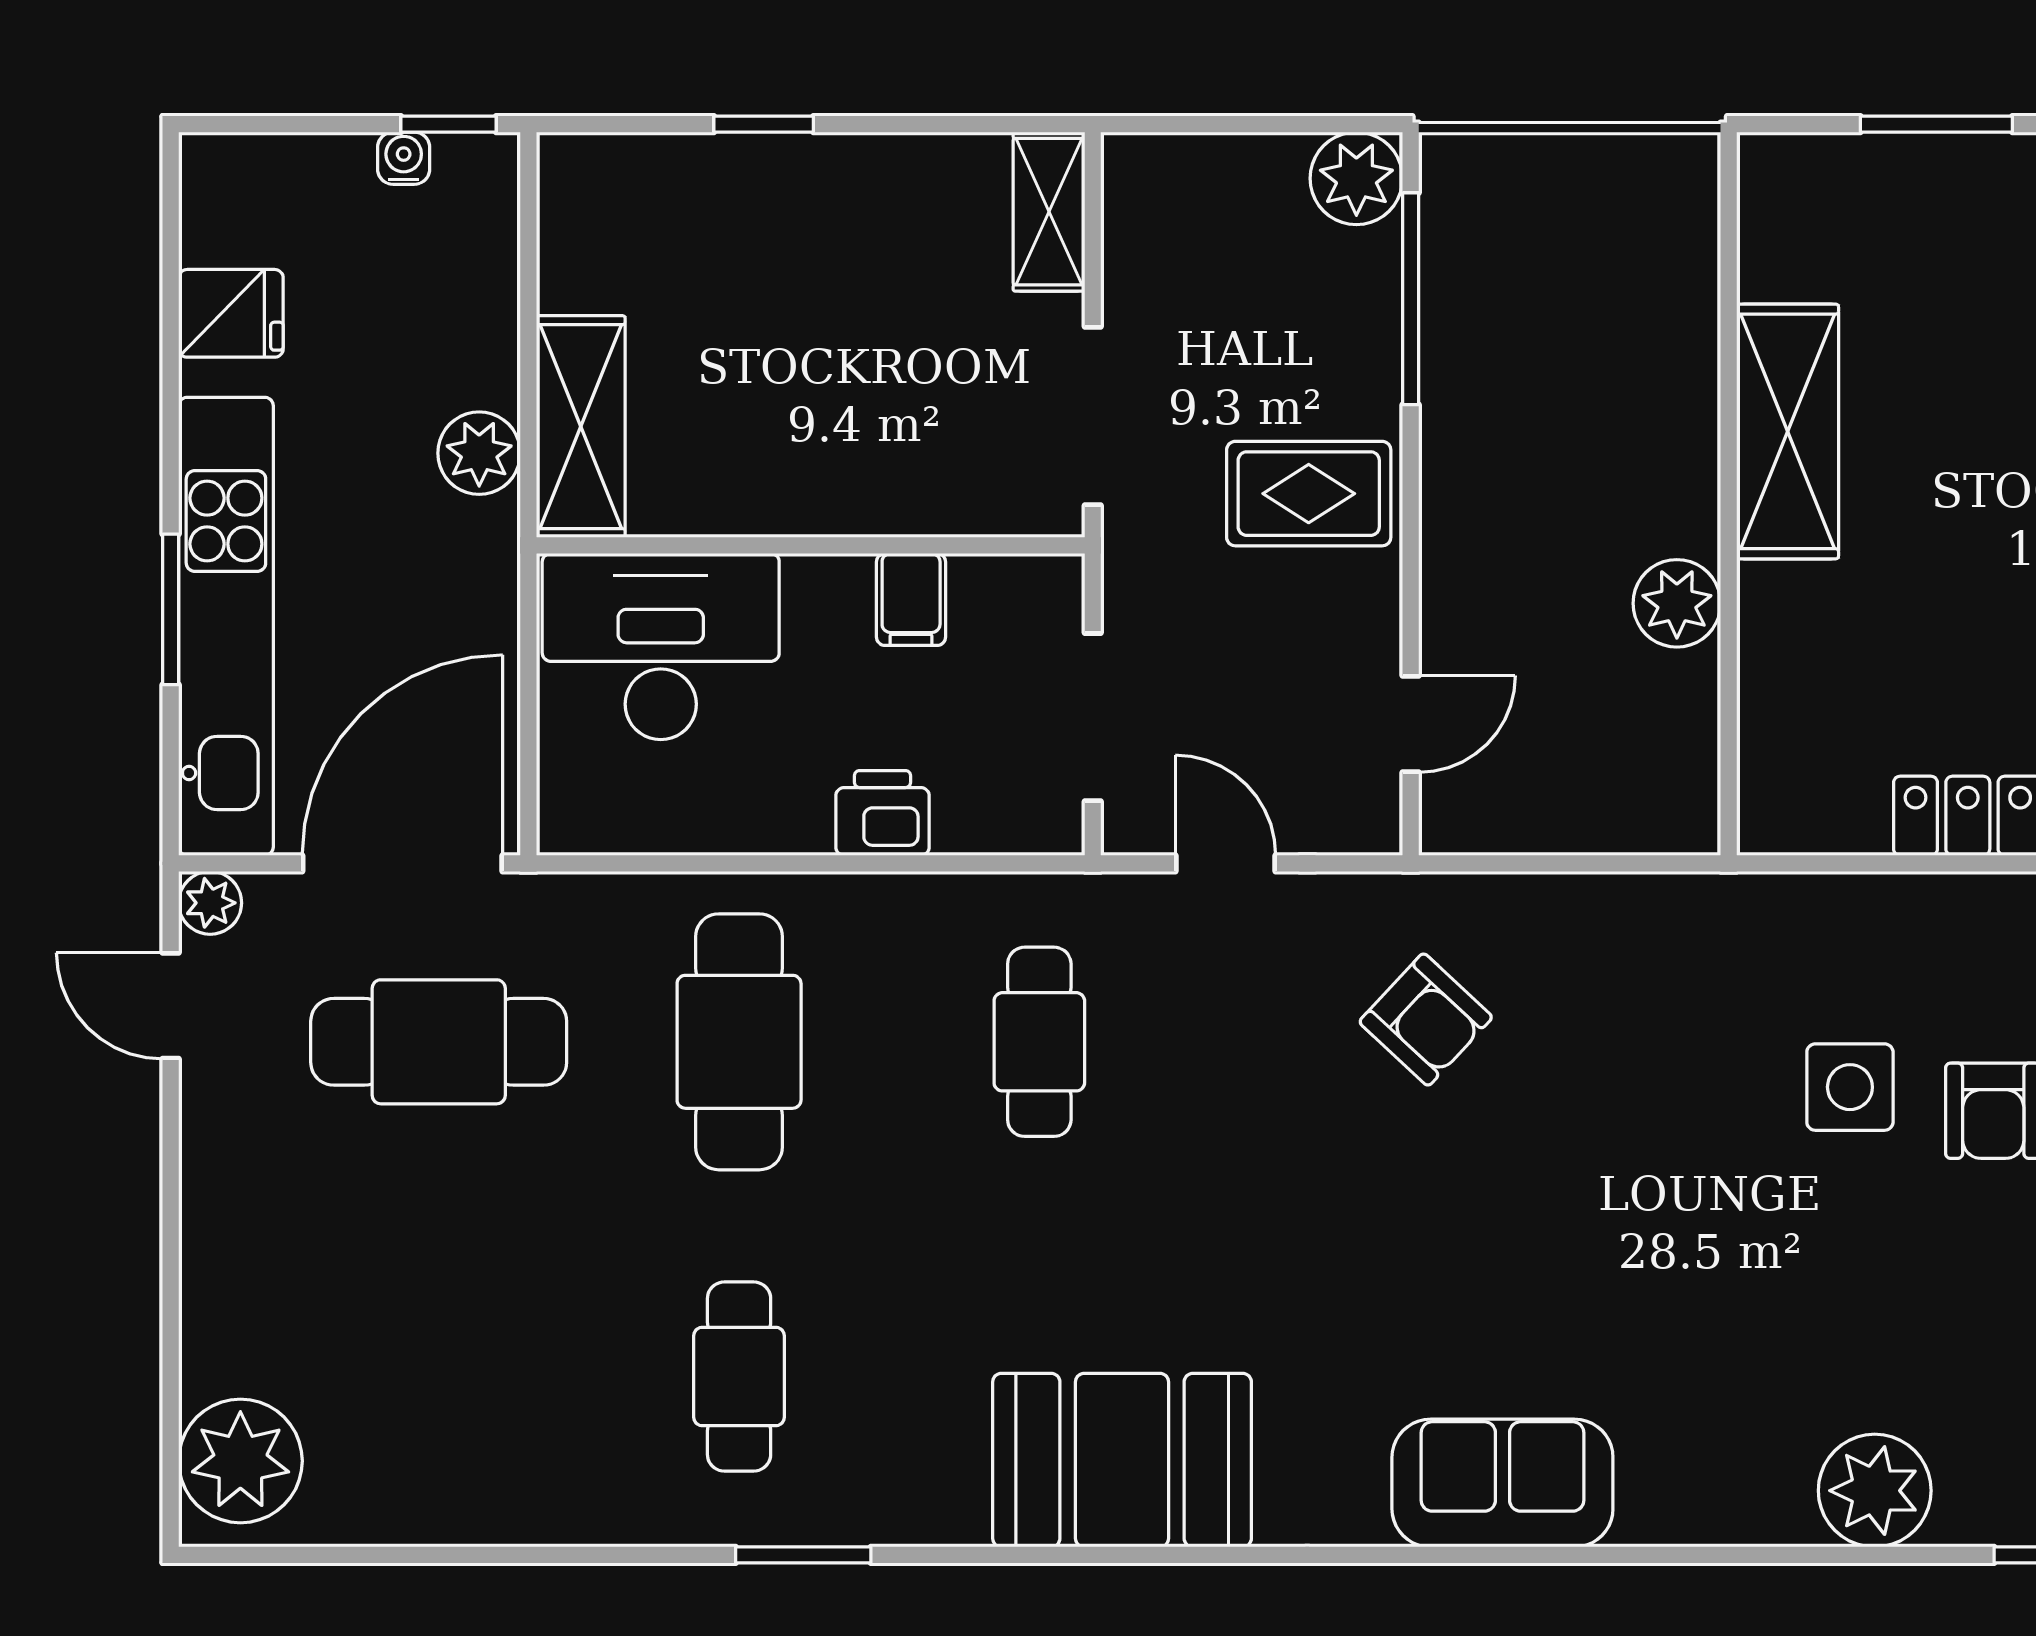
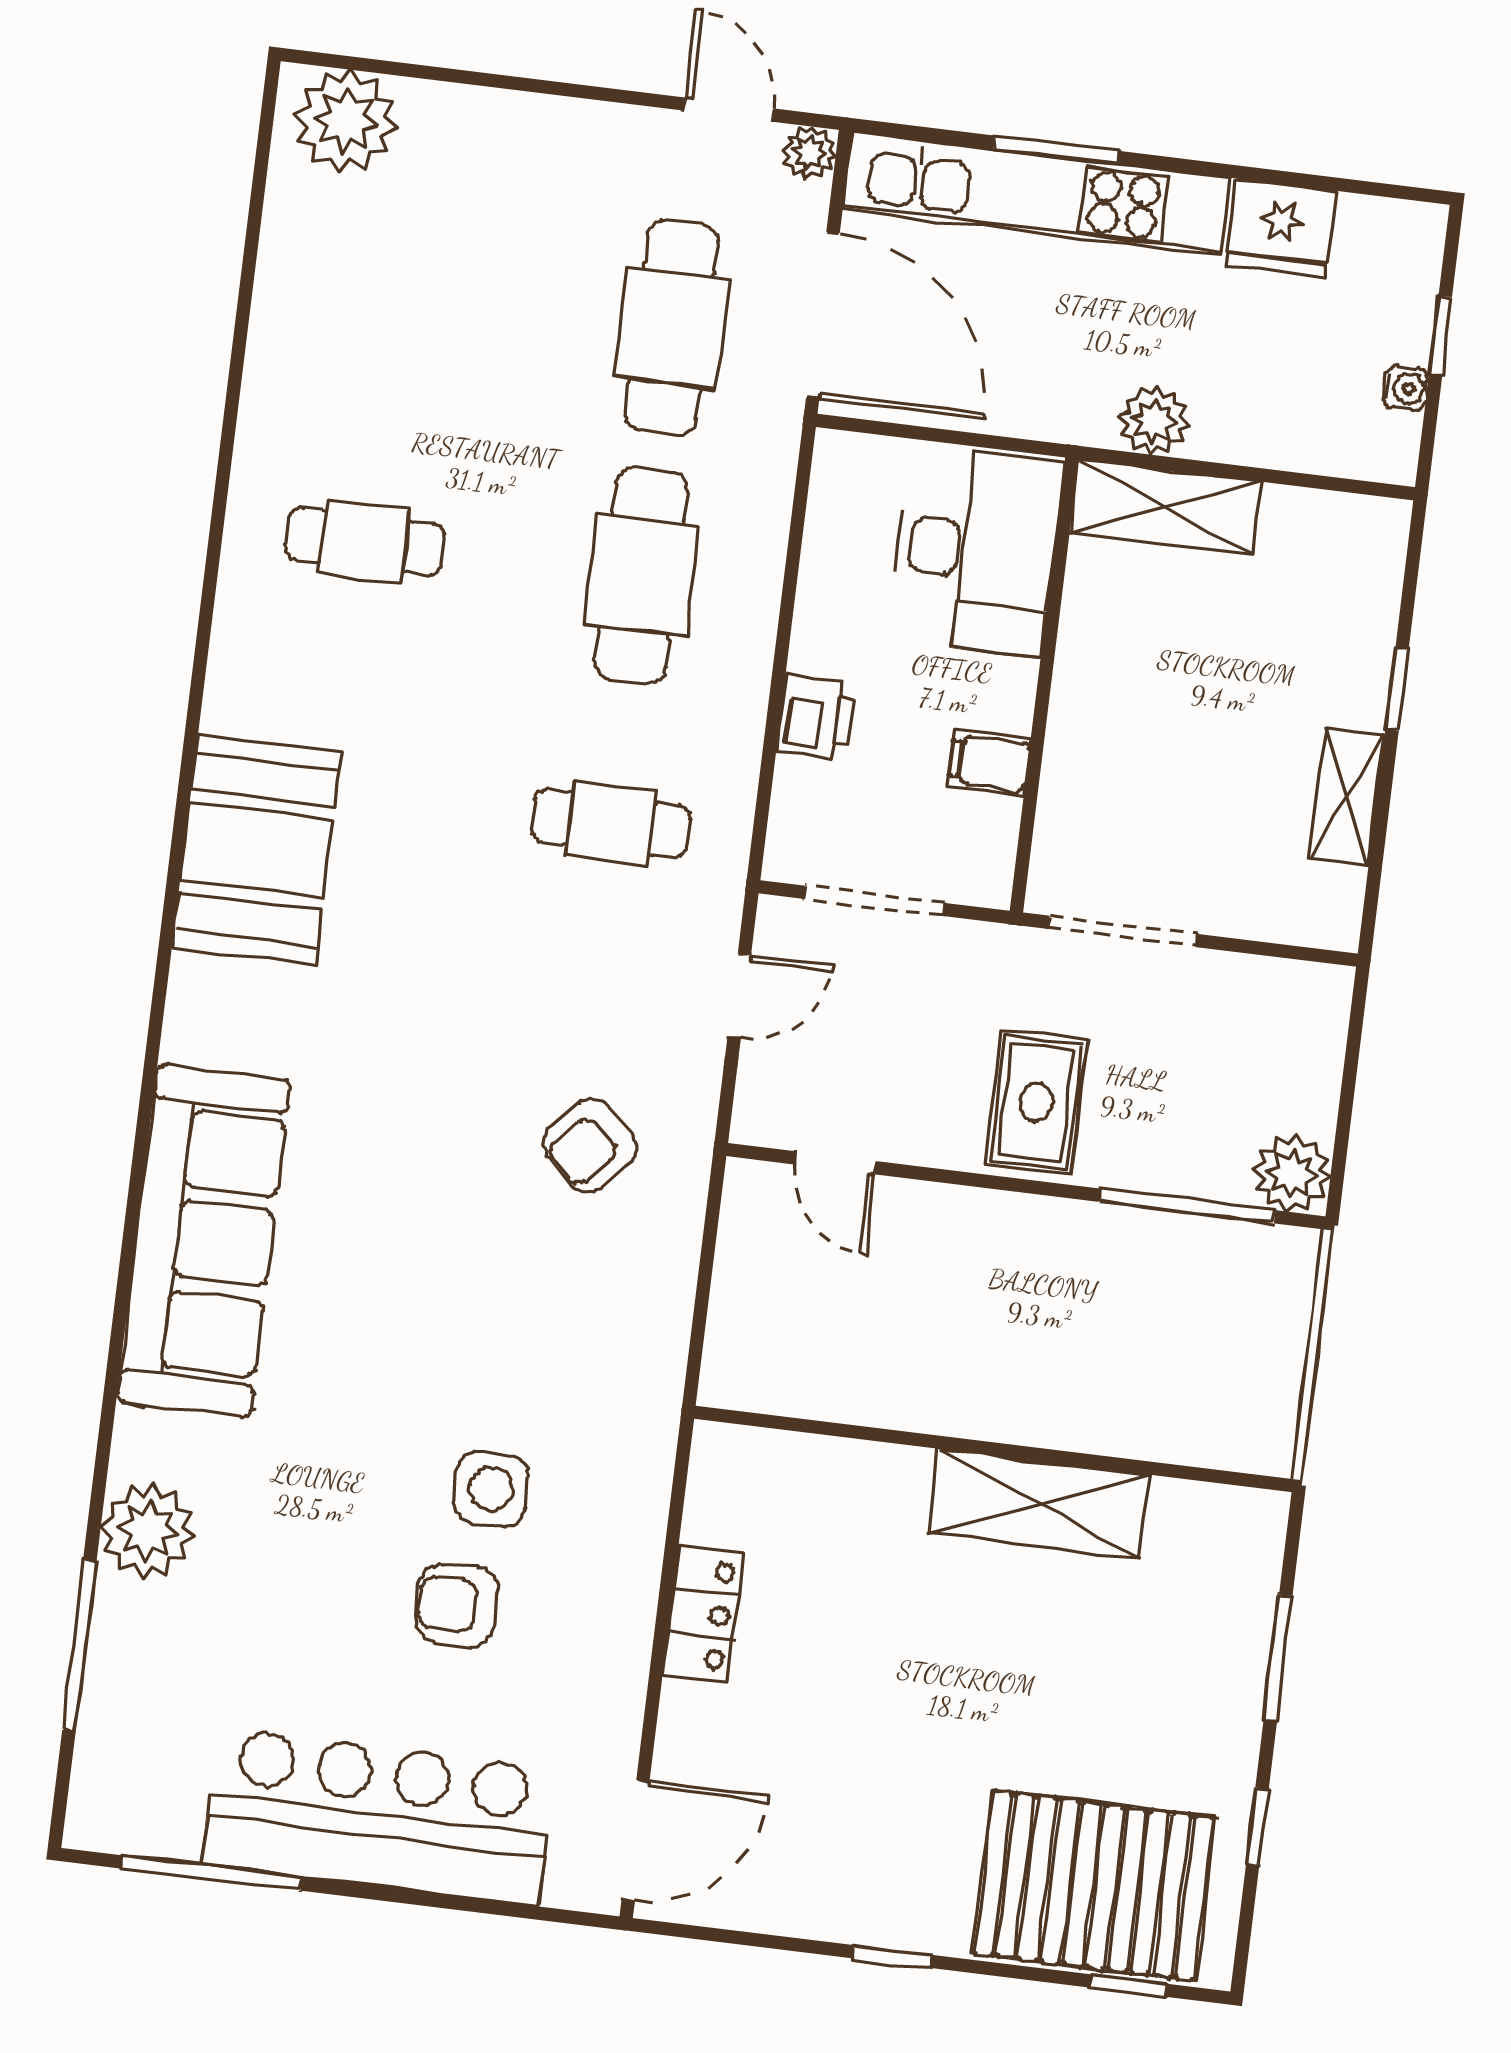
window: (448, 124) -> (1440, 336), moved
shelving: (1049, 212) -> (1347, 796), moved, turned 90
fridge: (231, 313) -> (1281, 228), width x1.38
plant: (1677, 603) -> (908, 1395), removed
door: (171, 1006) -> (729, 110), hinge flipped
cafe table: (739, 1042) -> (641, 576), turned 90
sofa: (1502, 1483) -> (204, 1241), width x1.85, depth x1.27
plant: (1875, 1491) -> (148, 1531), moved
window: (803, 1555) -> (211, 577), removed

